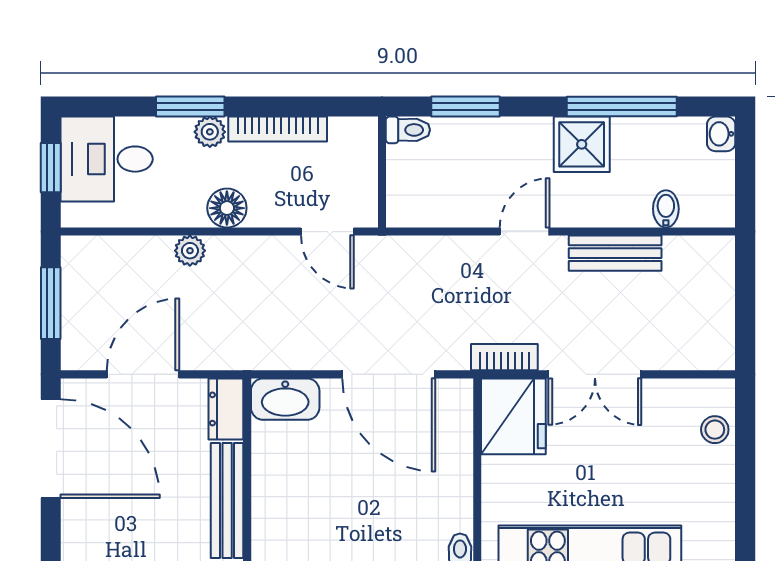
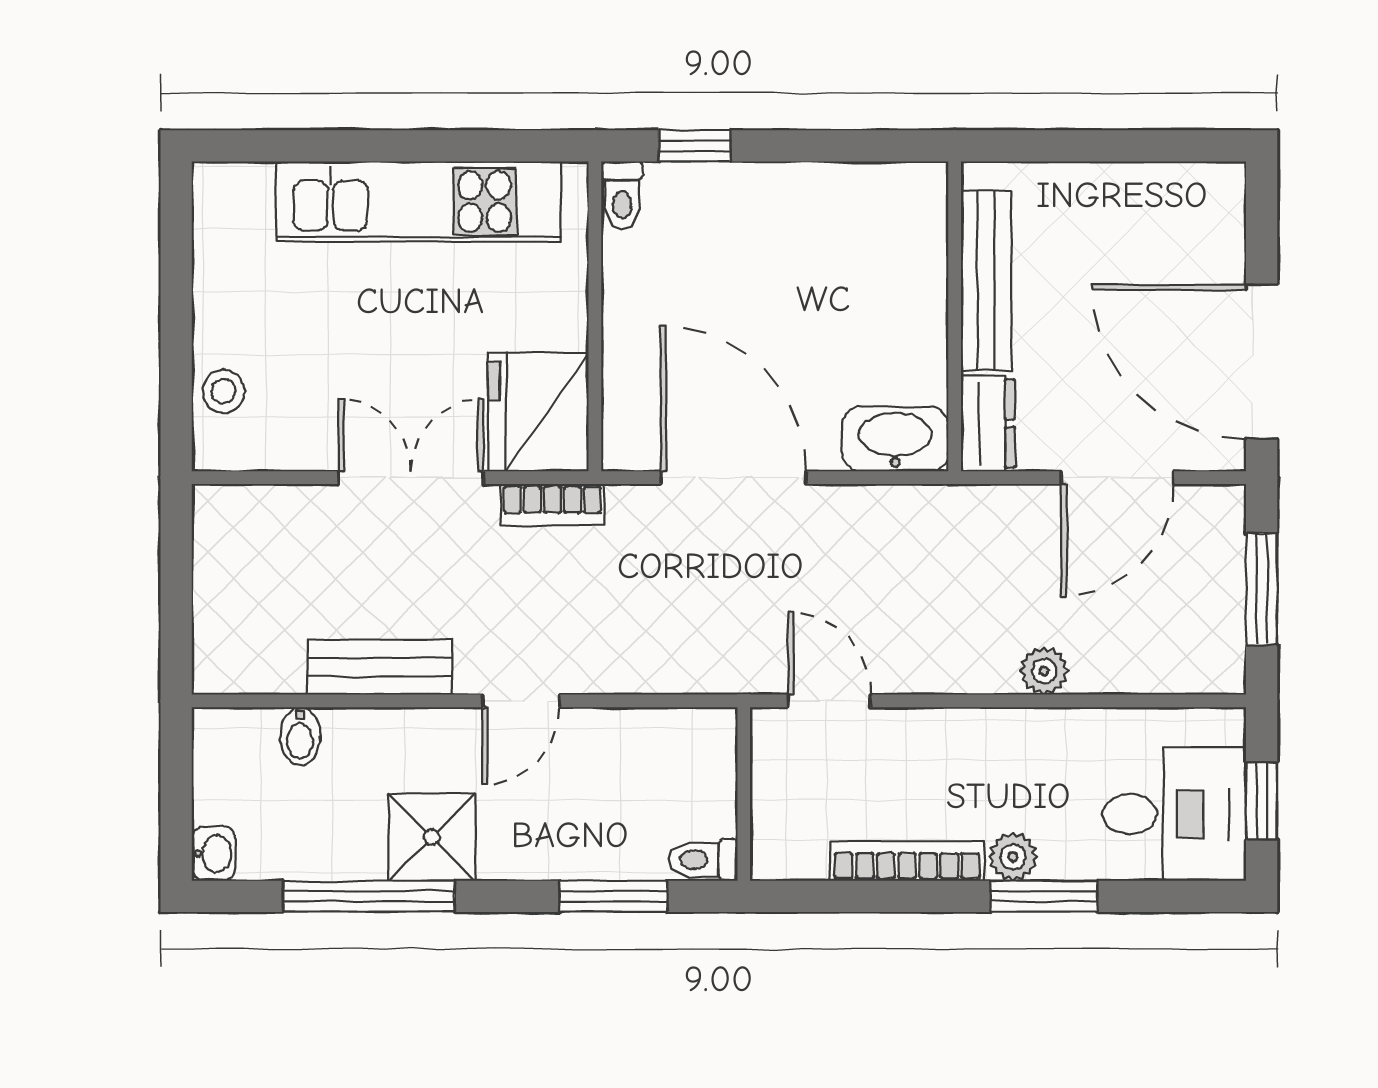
floor lamp: (227, 208) -> (986, 738), removed

